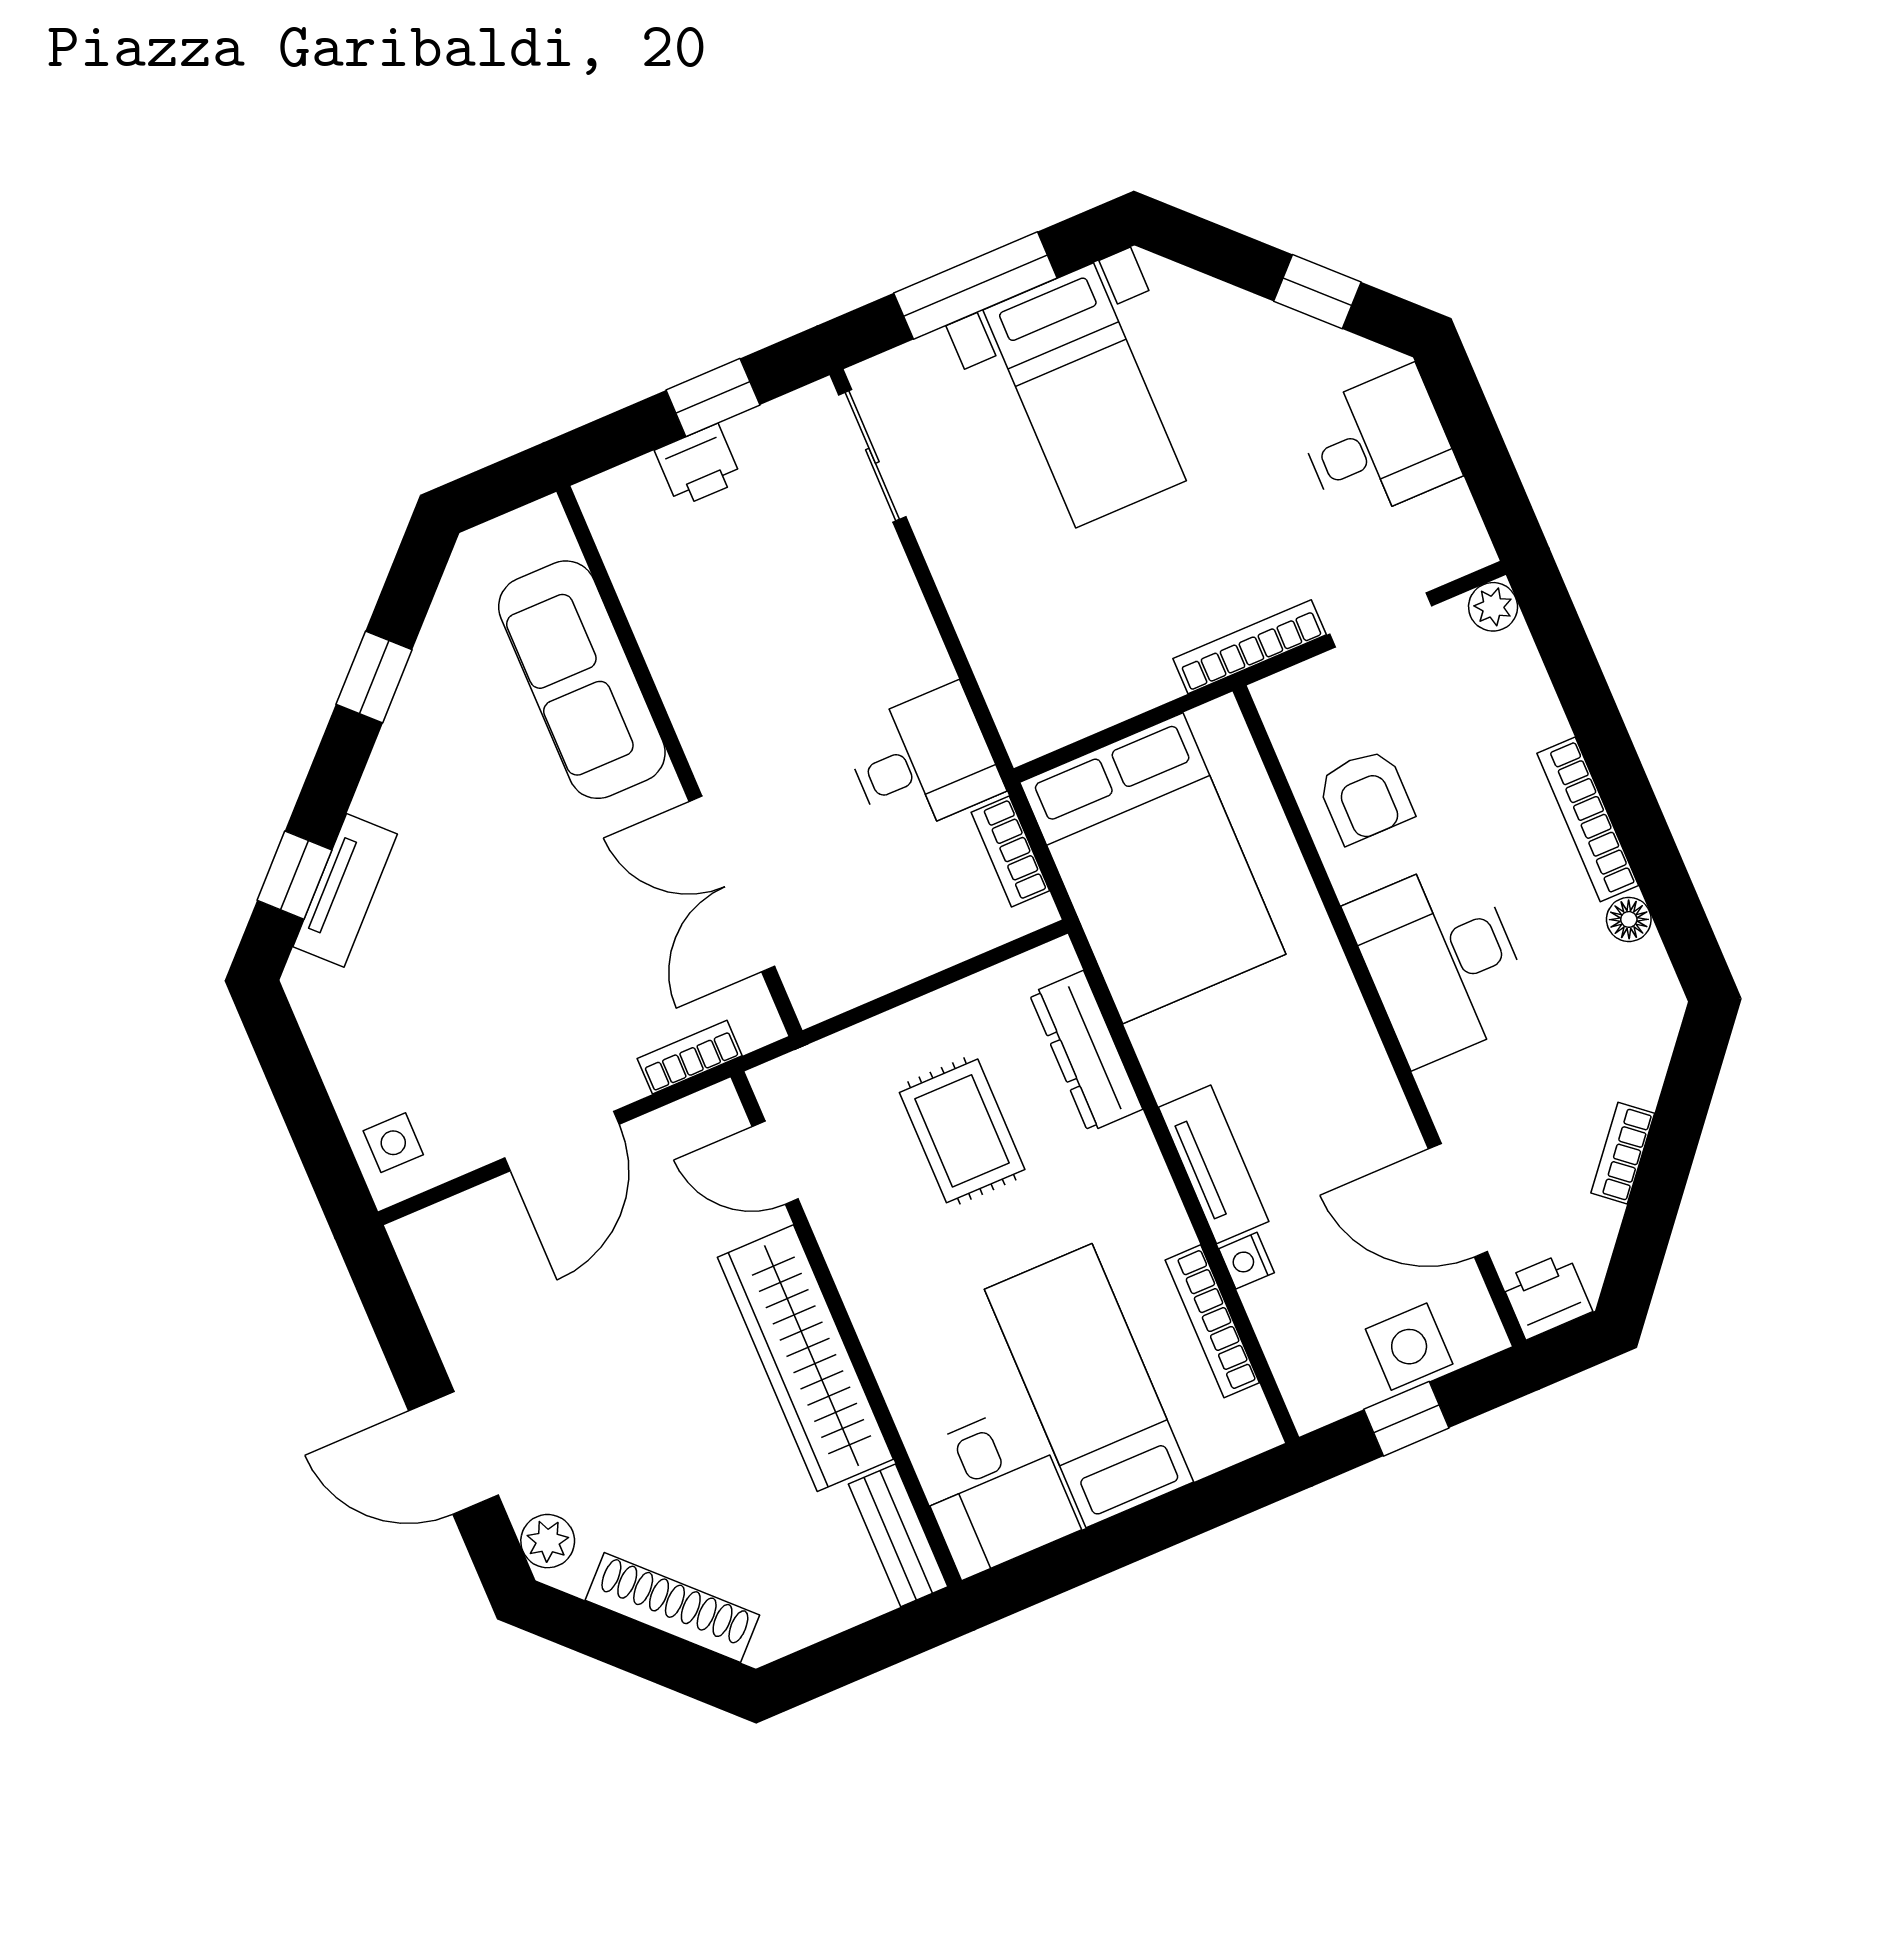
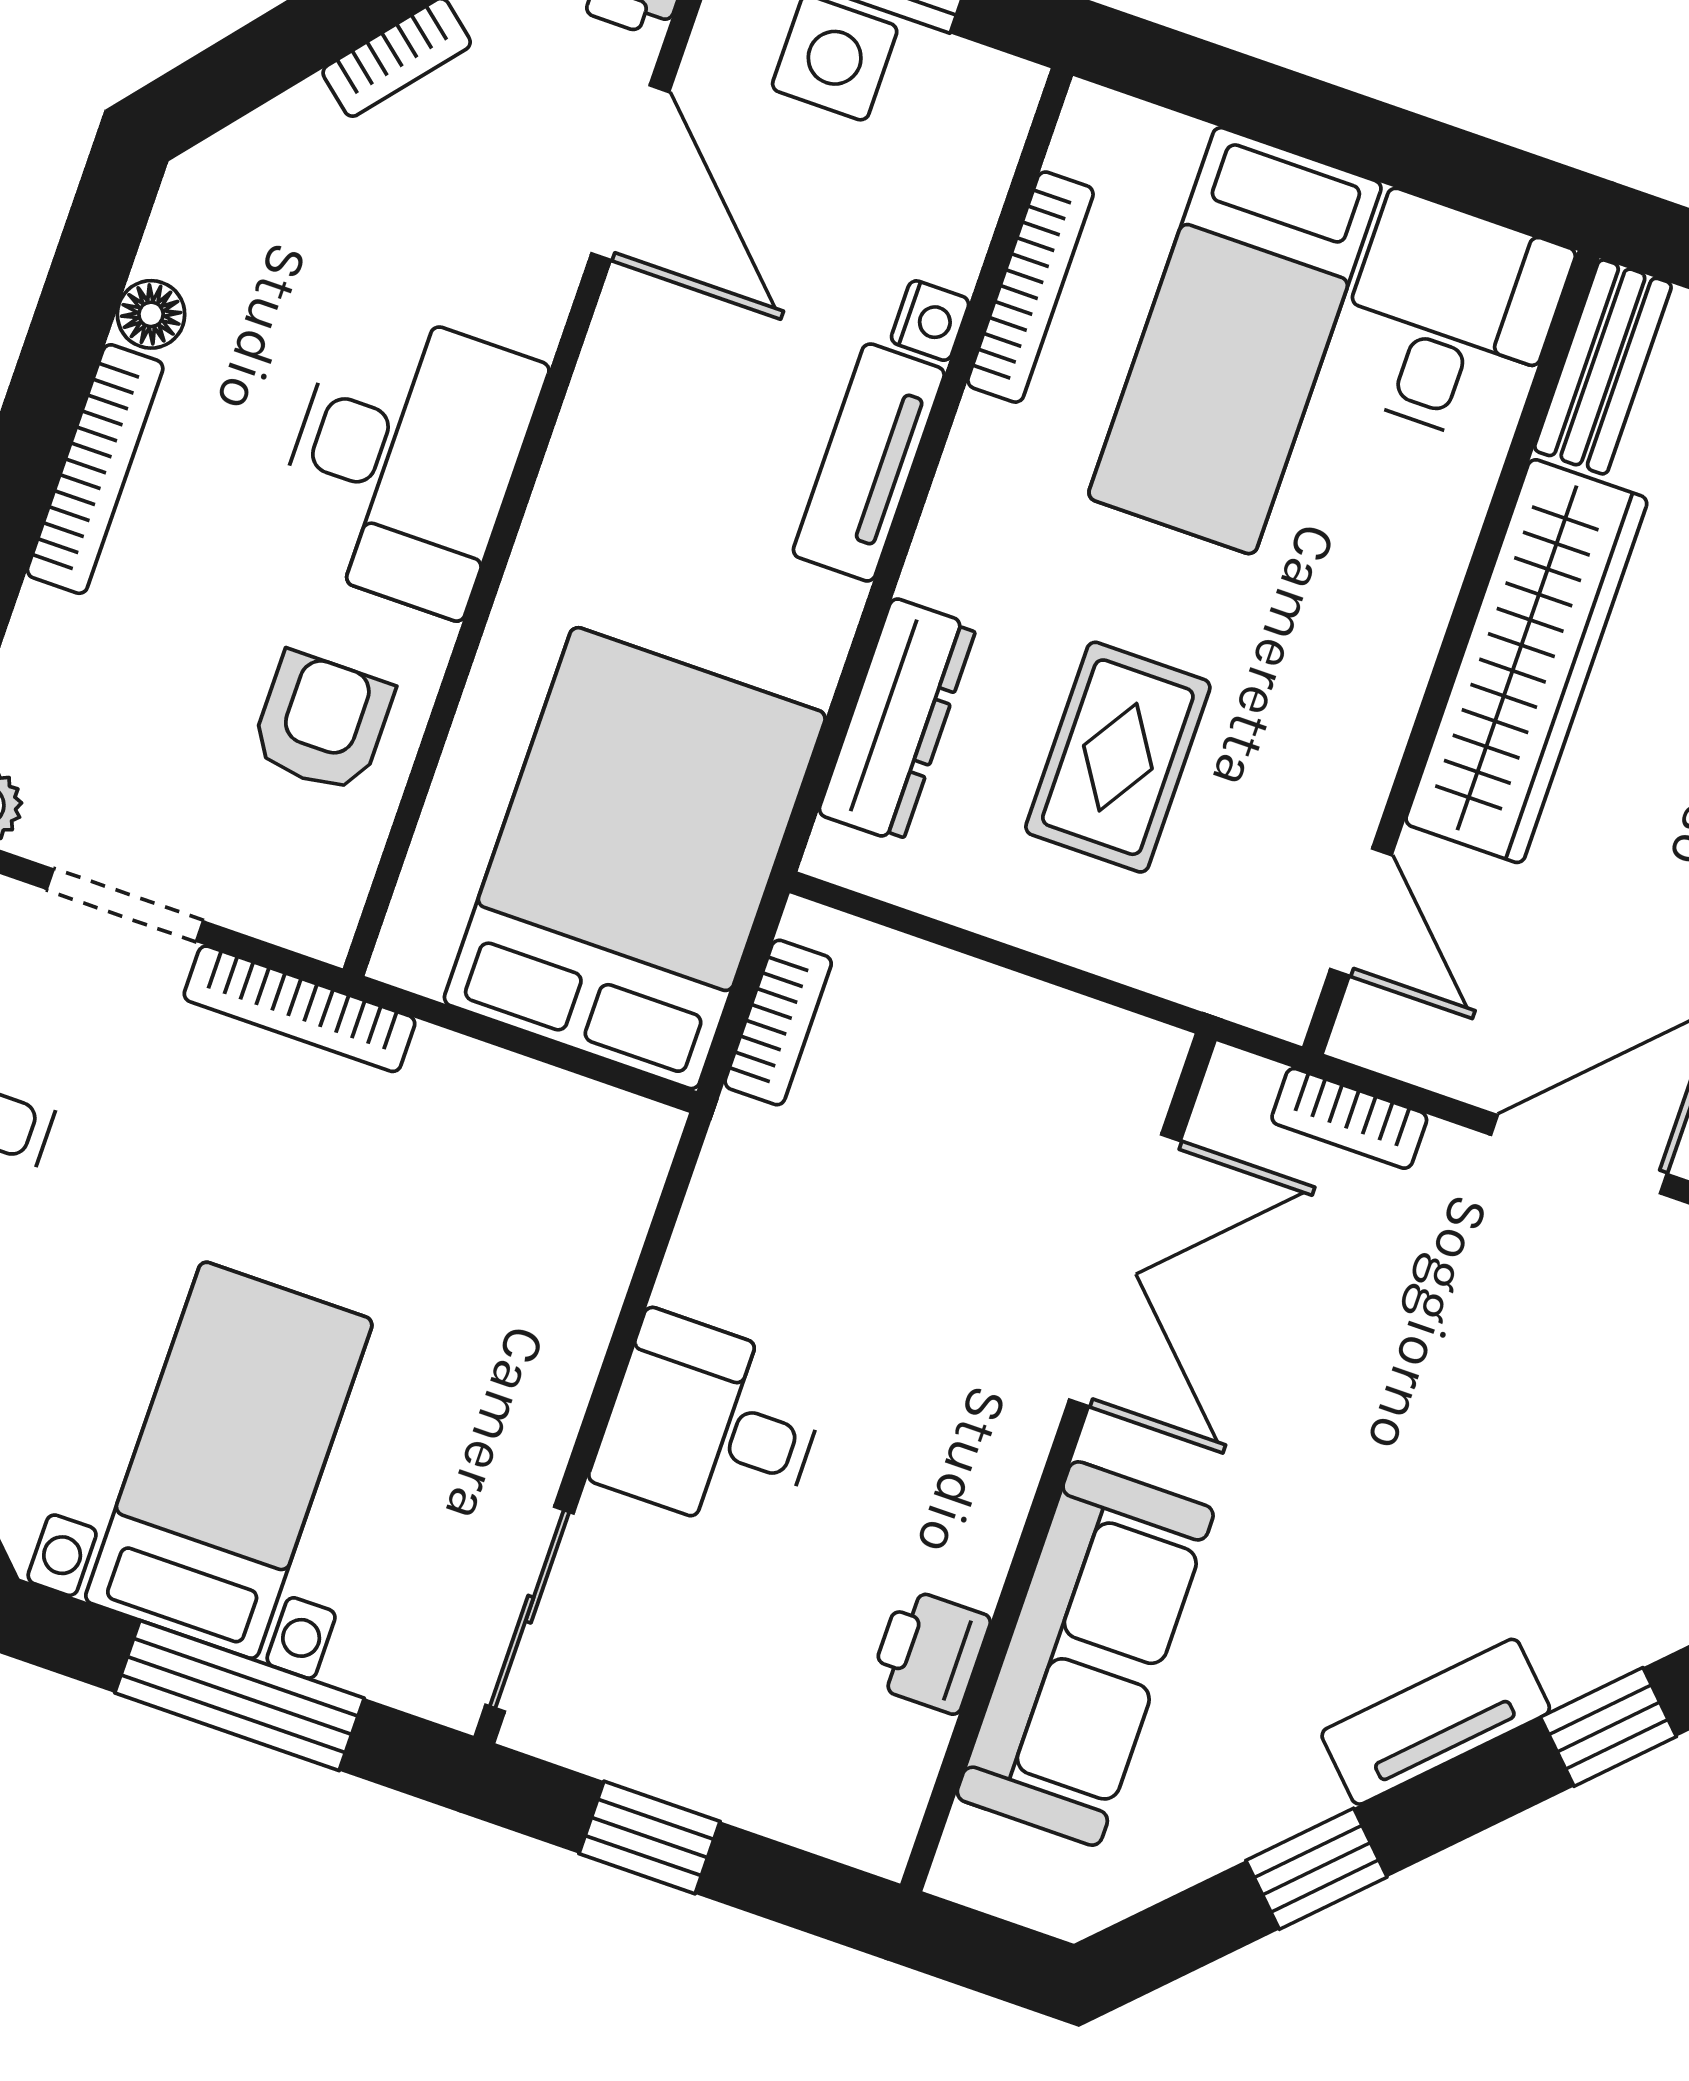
printer: (698, 465) -> (930, 1651), moved, turned -90
desk: (923, 761) -> (711, 1425), moved
tv unit: (345, 890) -> (1436, 1722), moved

